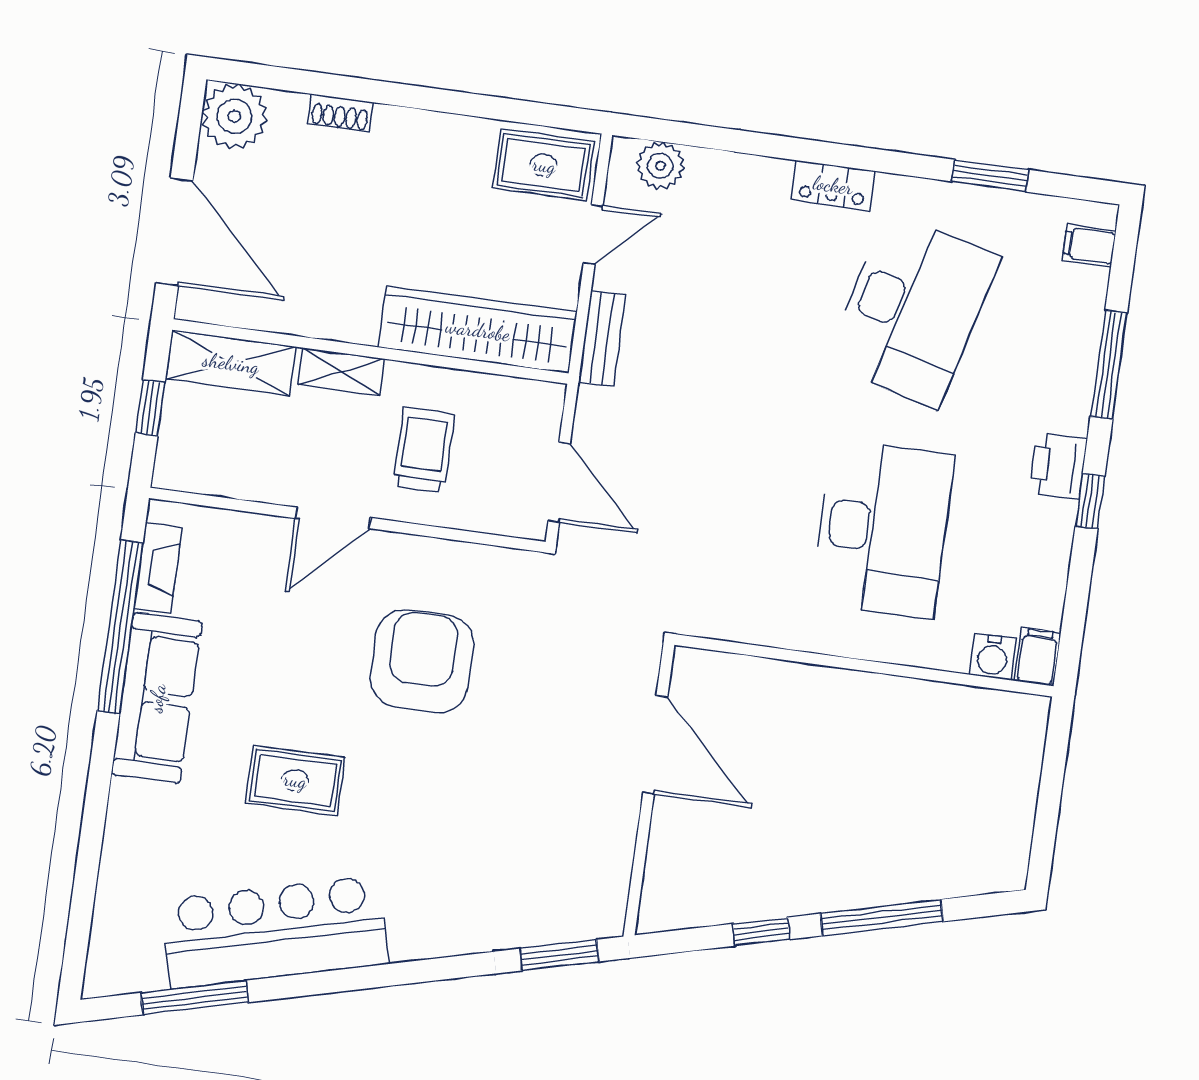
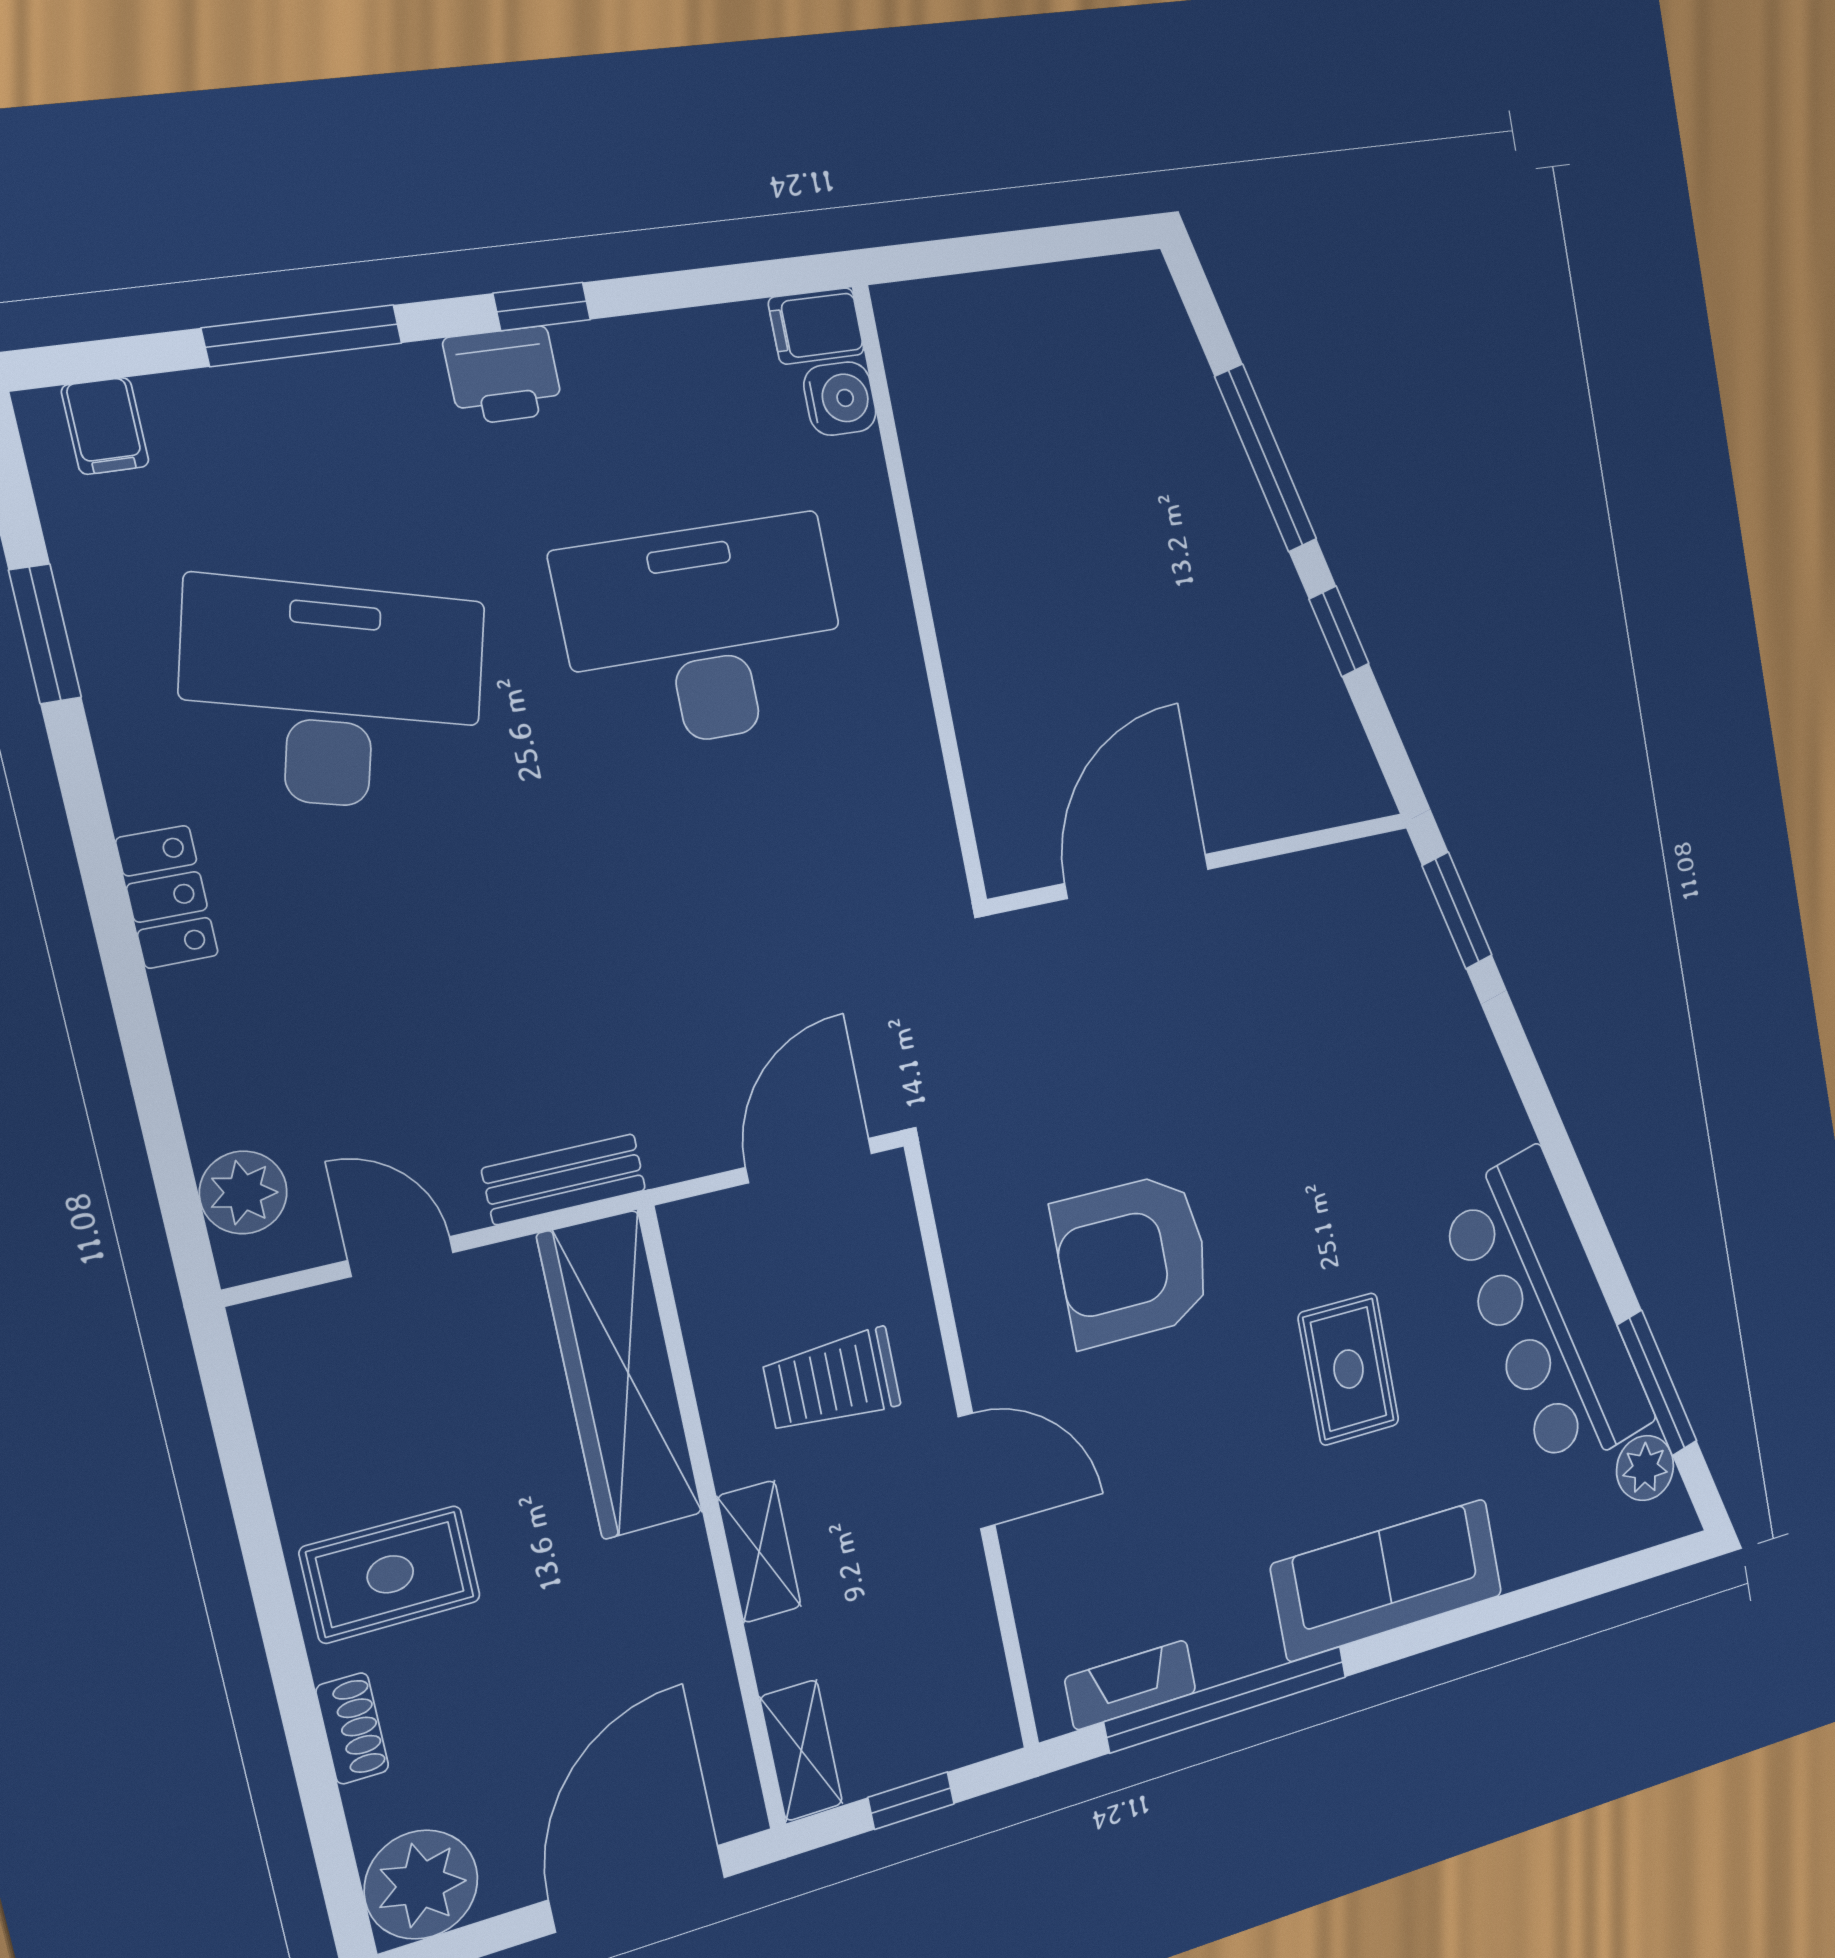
rug: (544, 165) -> (390, 1574), moved, turned 90
shelving: (231, 363) -> (801, 1750), width x0.67, depth x0.75
sofa: (157, 698) -> (1387, 1580), moved
plant: (141, 970) -> (1645, 1468), added

